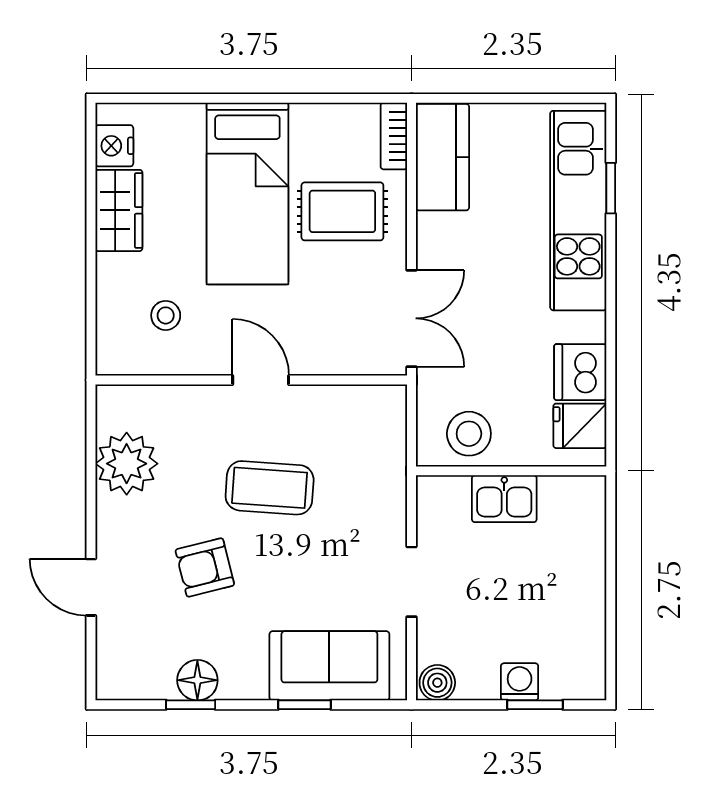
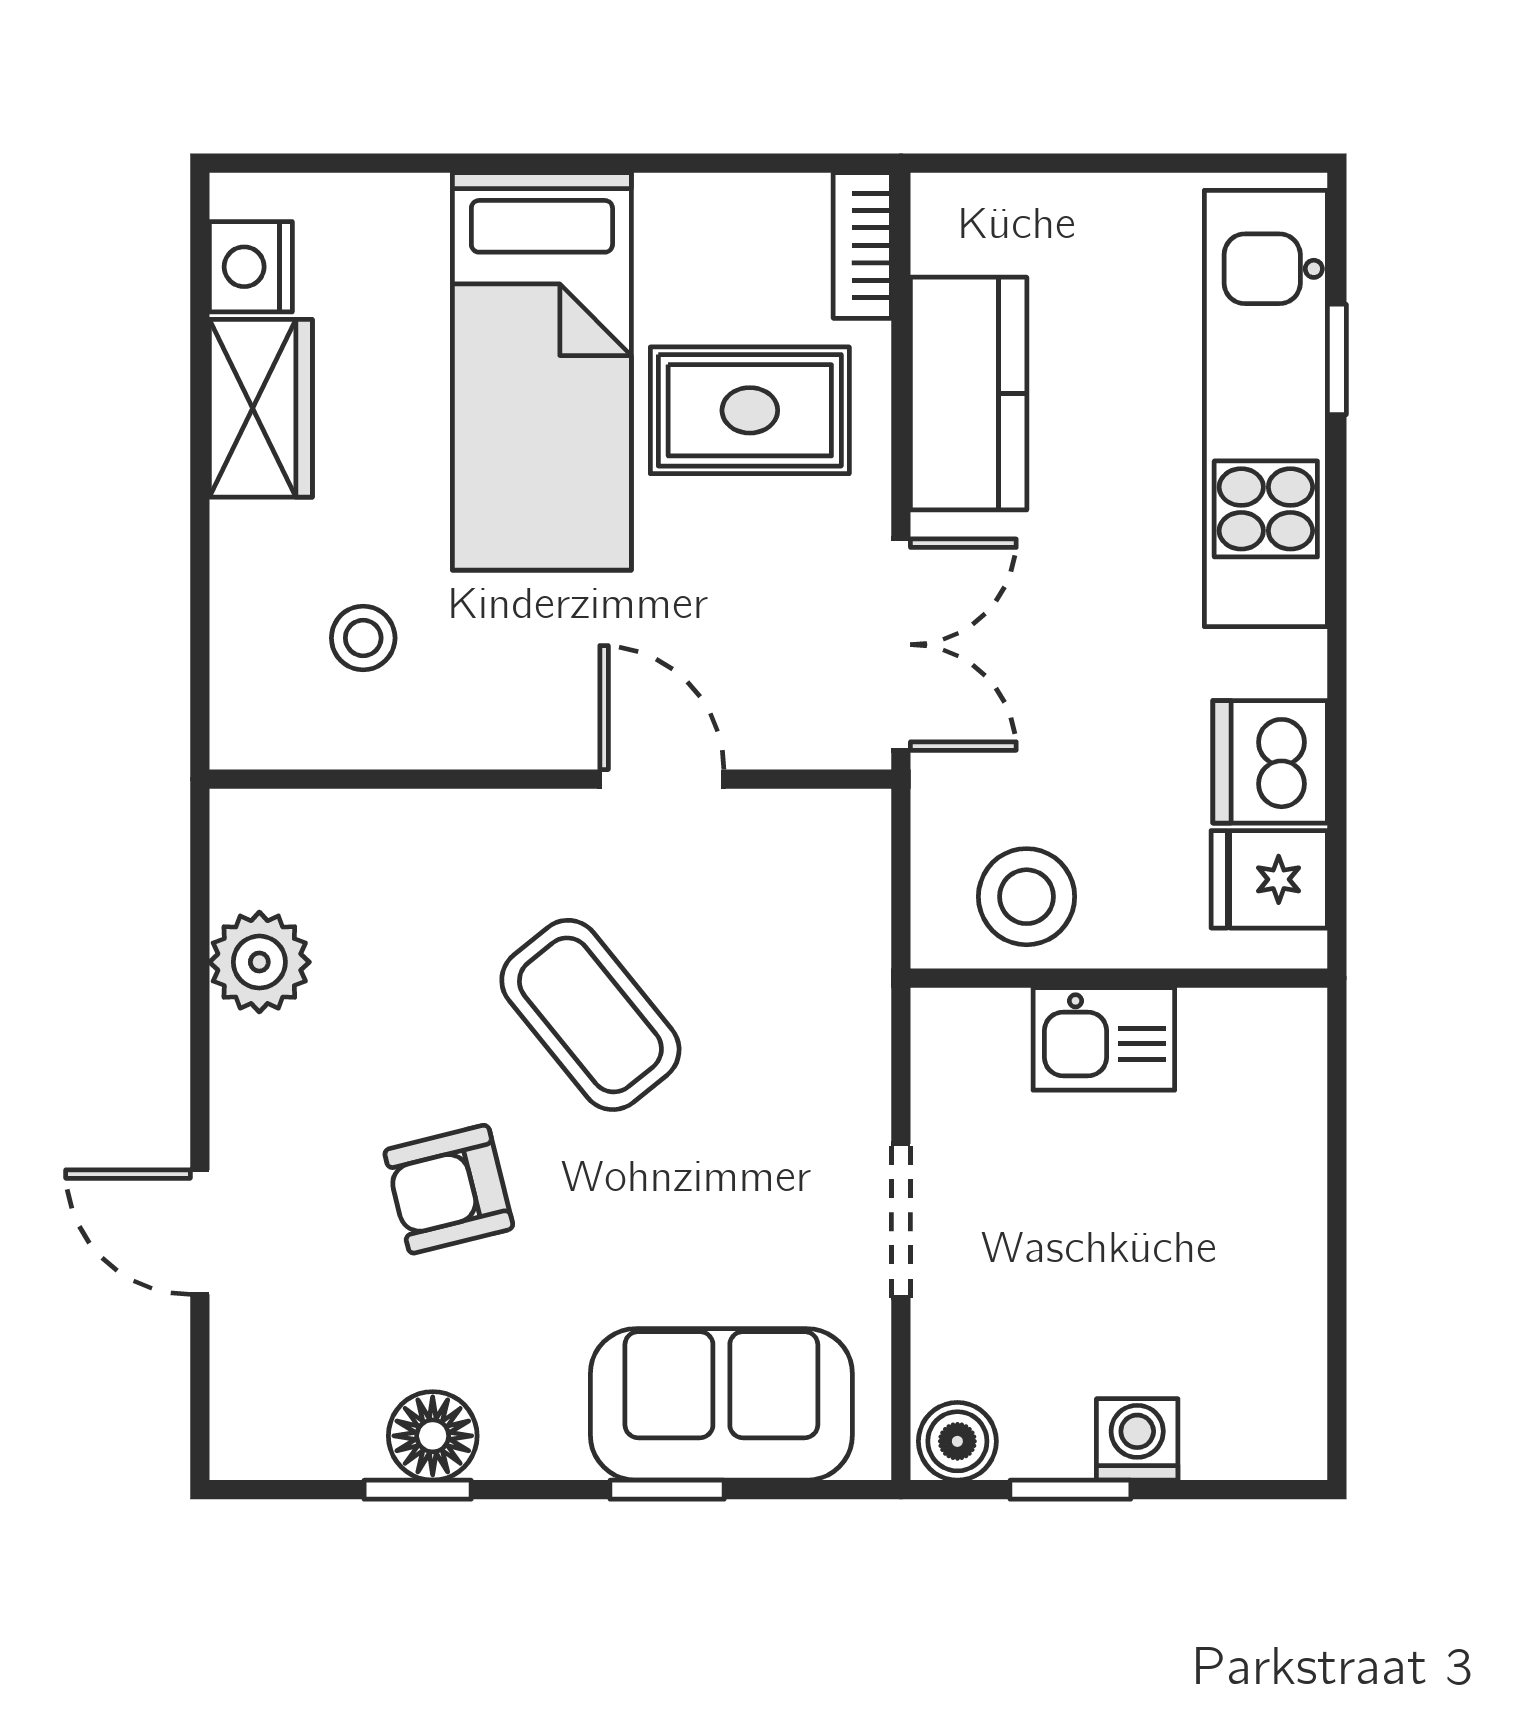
kitchen counter: (442, 157) -> (969, 394), moved
door: (261, 380) -> (662, 779), moved
plant: (127, 464) -> (259, 962), width x0.73, depth x0.73
coffee table: (270, 488) -> (590, 1015), turned 47
window: (535, 705) -> (1070, 1490), moved

